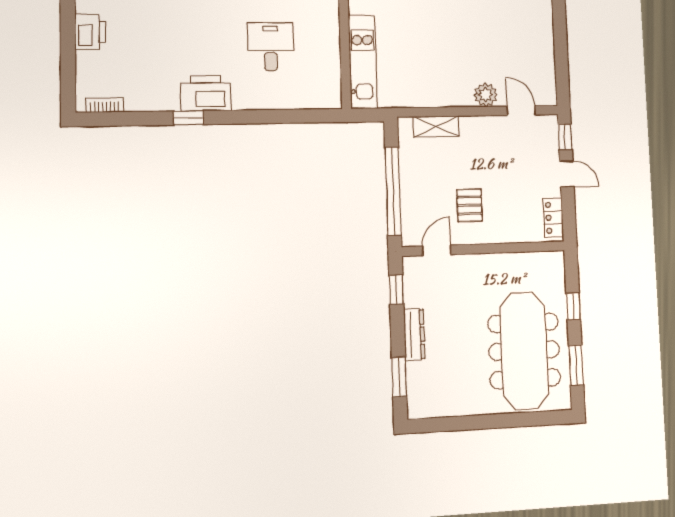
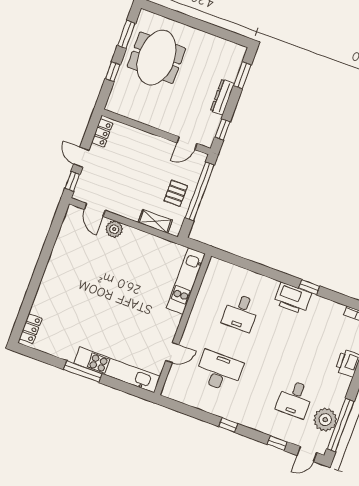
pallet: (469, 205) -> (176, 193), moved
meeting table: (524, 351) -> (156, 58), width x0.73

